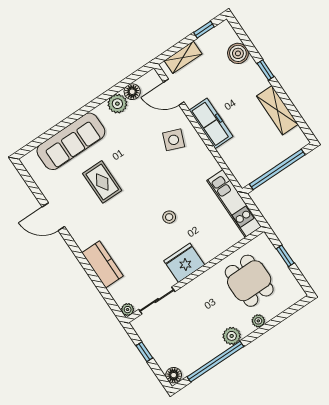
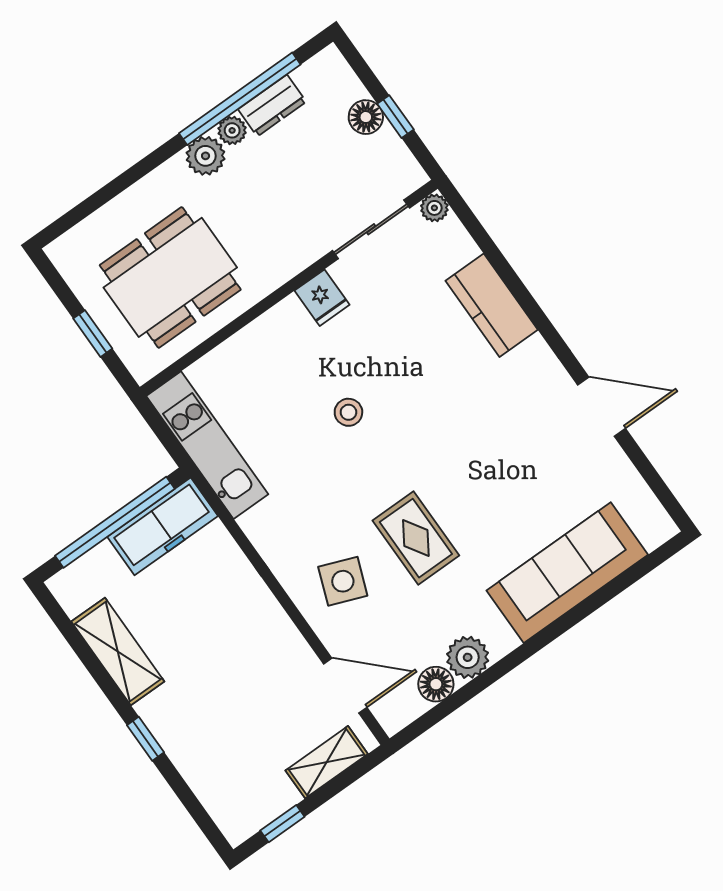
boiler: (238, 53) -> (207, 774), removed
freezer: (211, 123) -> (163, 526), moved, turned -90
rug: (102, 182) -> (416, 538), moved
fridge: (184, 263) -> (322, 298), width x0.53, depth x0.75
dining table: (249, 281) -> (170, 277), width x1.38
plant: (258, 321) -> (232, 130), moved
dresser: (201, 358) -> (272, 106), added
floor lamp: (174, 375) -> (366, 117), moved

